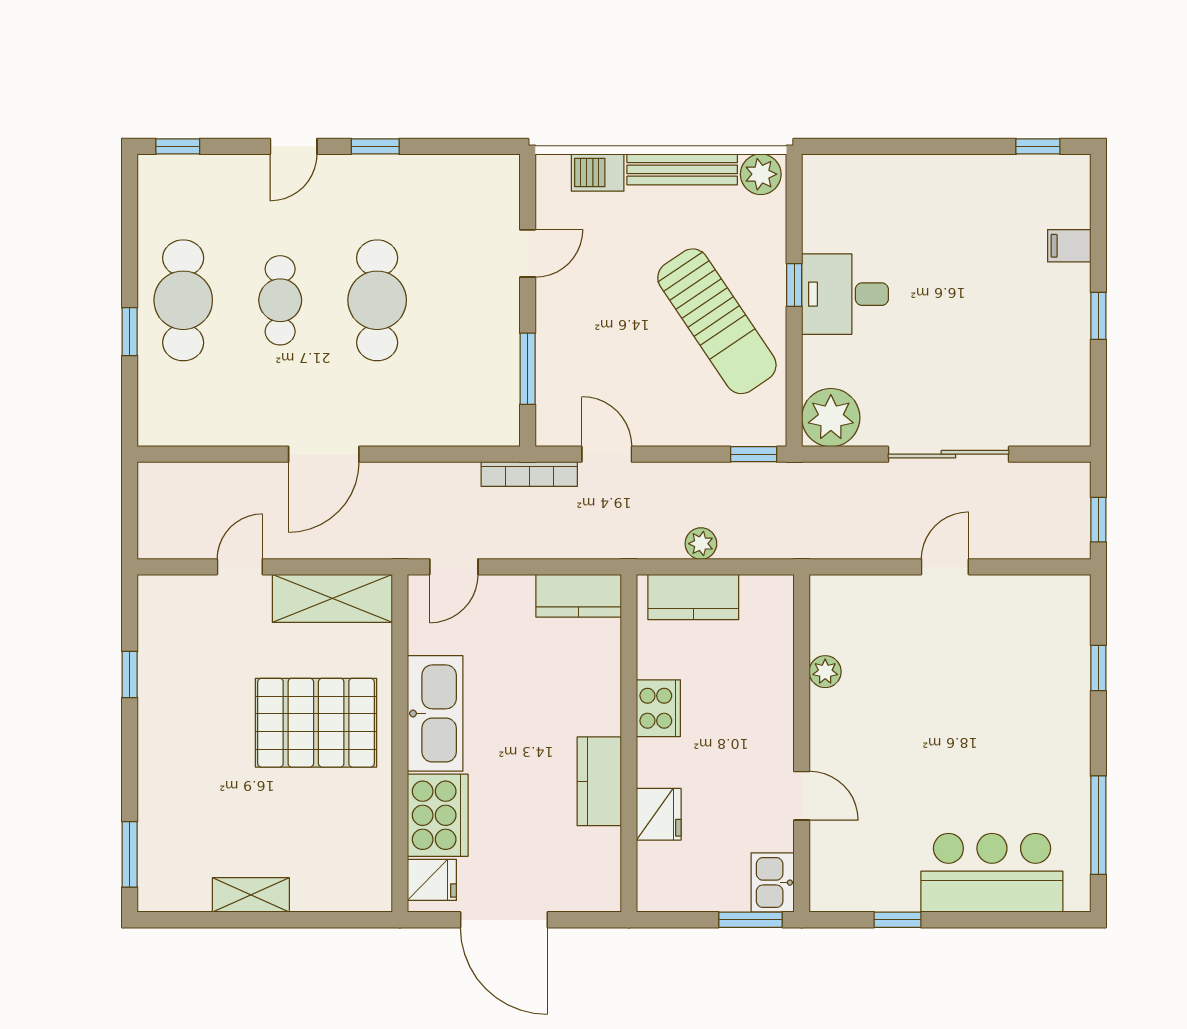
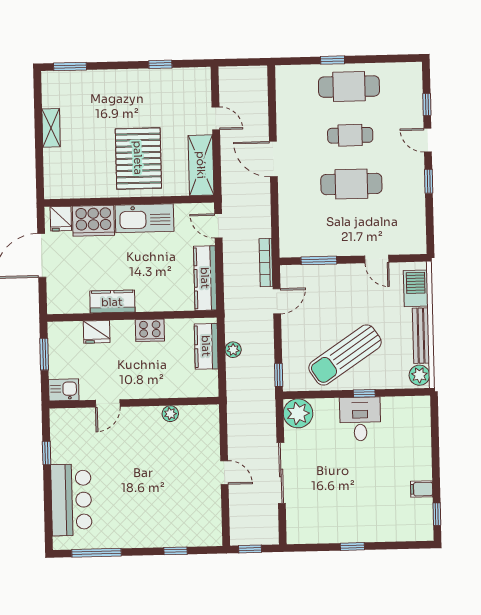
window: (178, 146) -> (427, 105), moved
barbecue: (598, 173) -> (416, 288), width x1.38, depth x1.27
filing cabinet: (1069, 246) -> (422, 489), moved, turned -90
kitchen counter: (579, 596) -> (205, 278), width x1.50
window: (751, 920) -> (44, 354), moved

